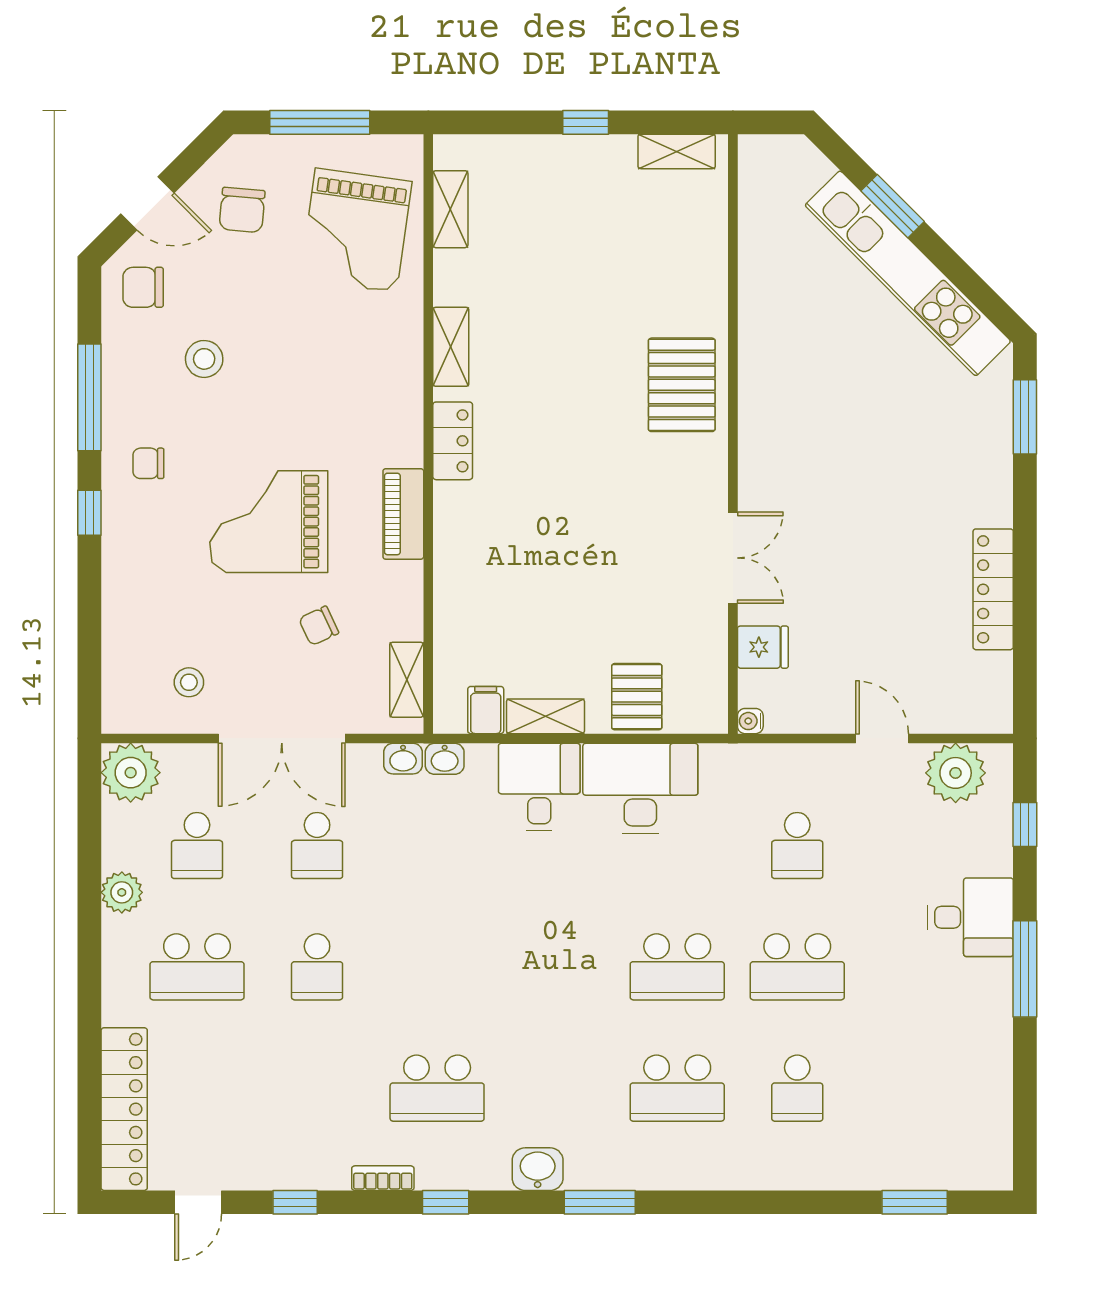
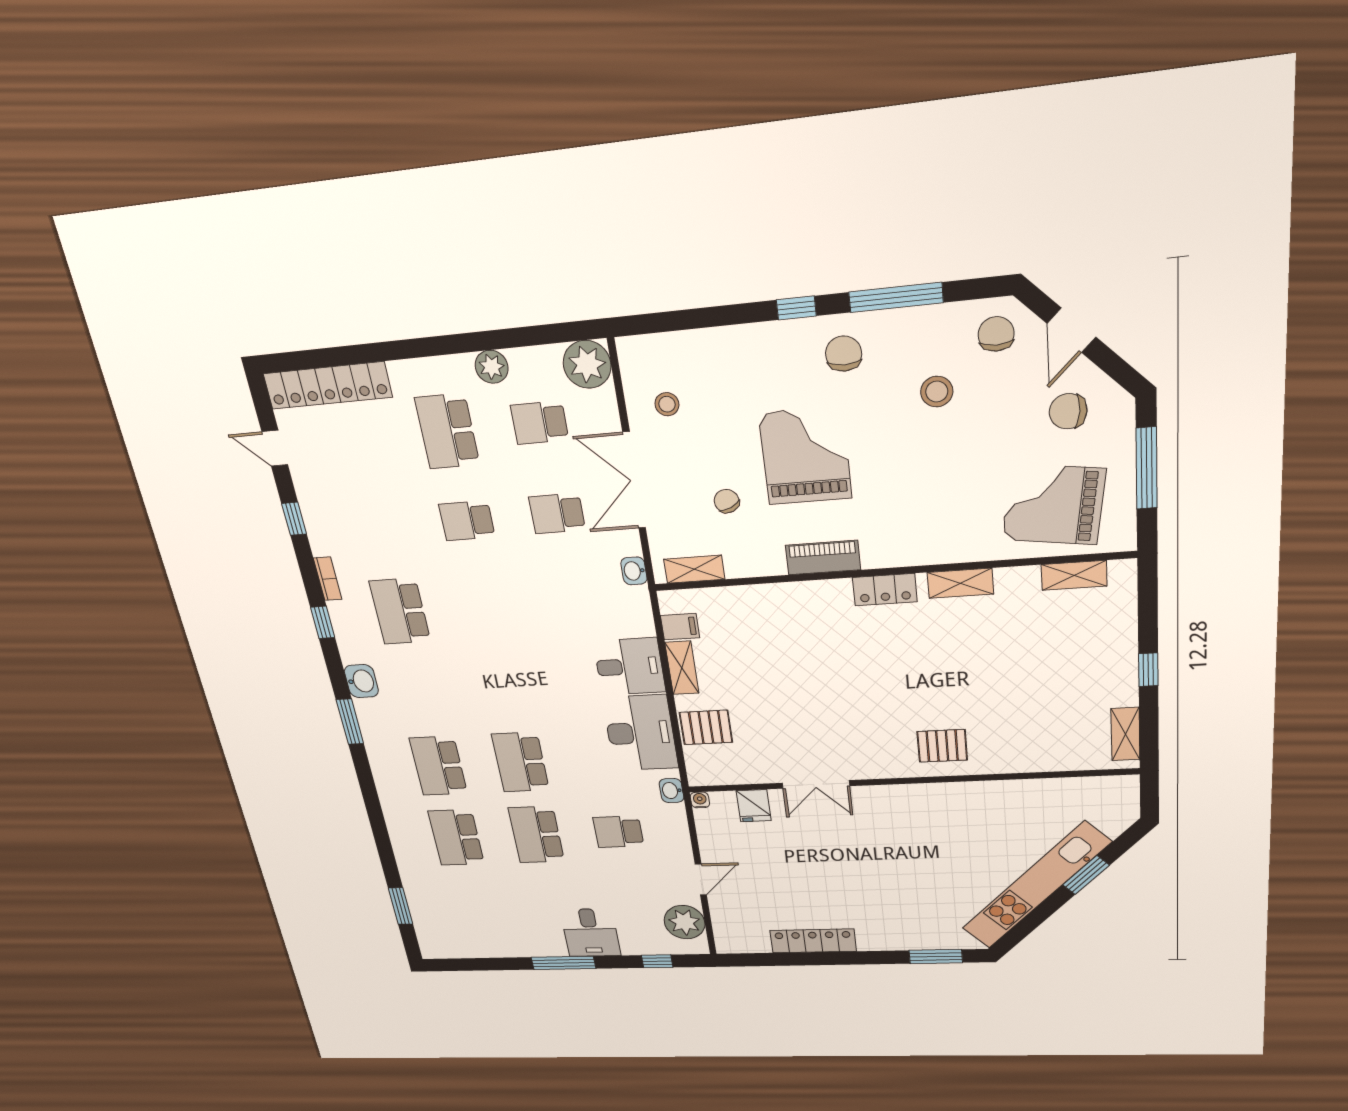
pallet: (682, 385) -> (942, 746), width x0.67, depth x0.71
chair: (148, 463) -> (844, 354), width x1.37, depth x1.37
washbasin: (445, 759) -> (672, 791), moved
school desk: (797, 1088) -> (456, 837), width x1.85

